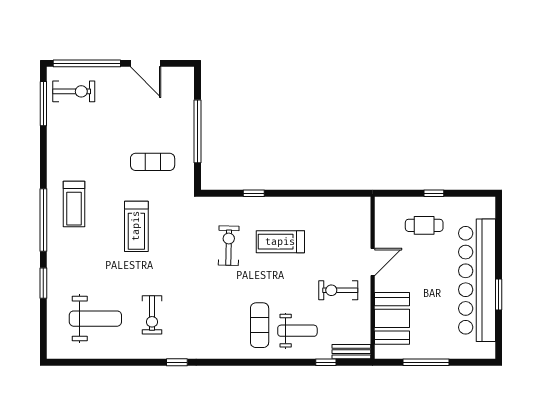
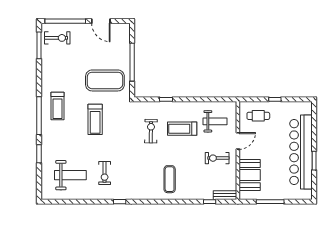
exercise mat: (153, 162) -> (105, 80), width x2.00, depth x1.45
cafe table: (424, 225) -> (258, 116), moved
weight bench: (297, 331) -> (215, 121), moved

